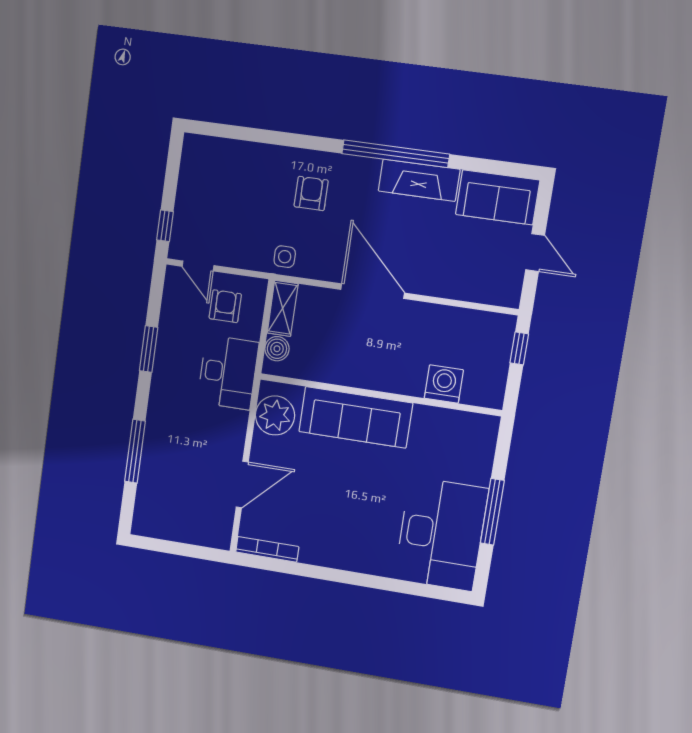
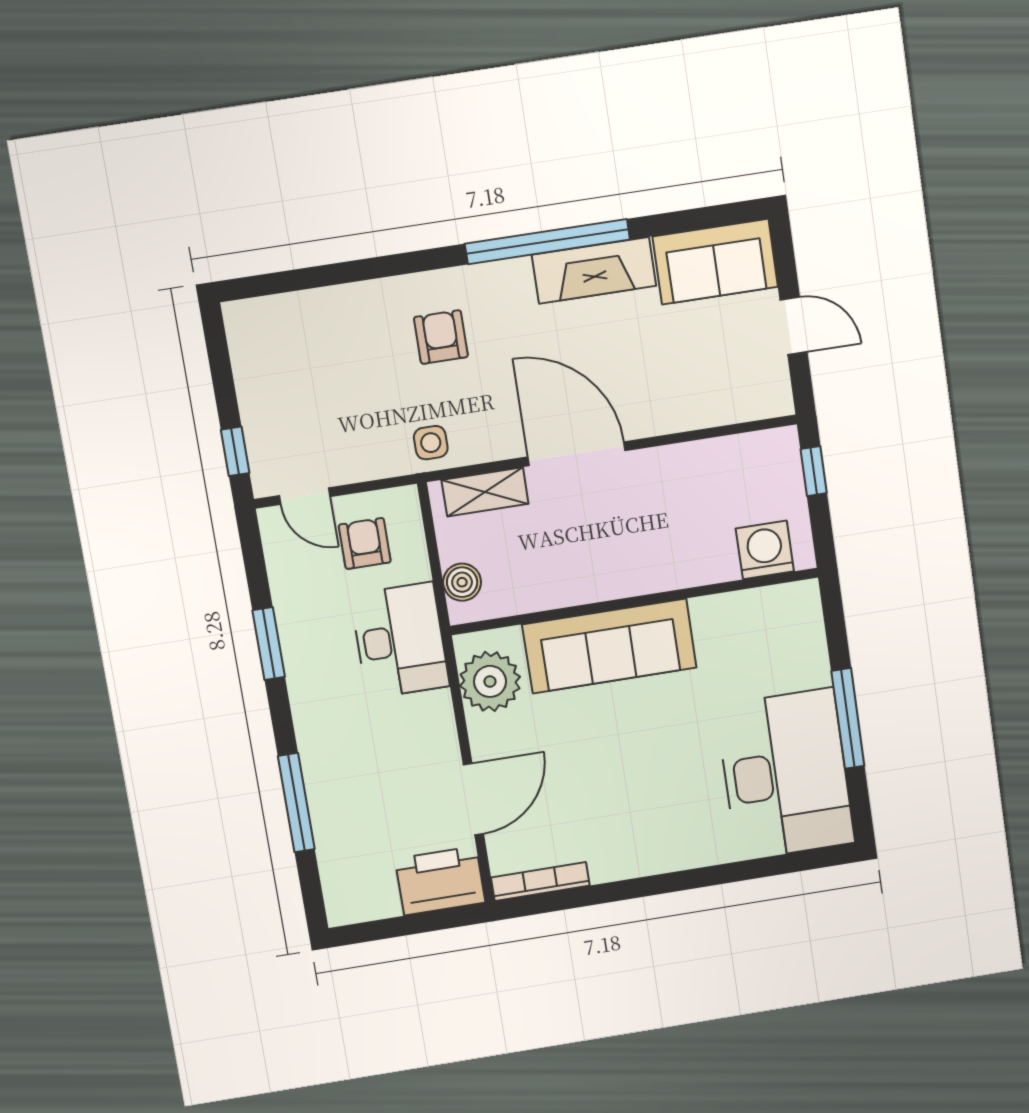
shelving: (283, 308) -> (485, 492), moved, turned 90
washing machine: (444, 384) -> (765, 550), moved
printer: (206, 528) -> (440, 881), added

